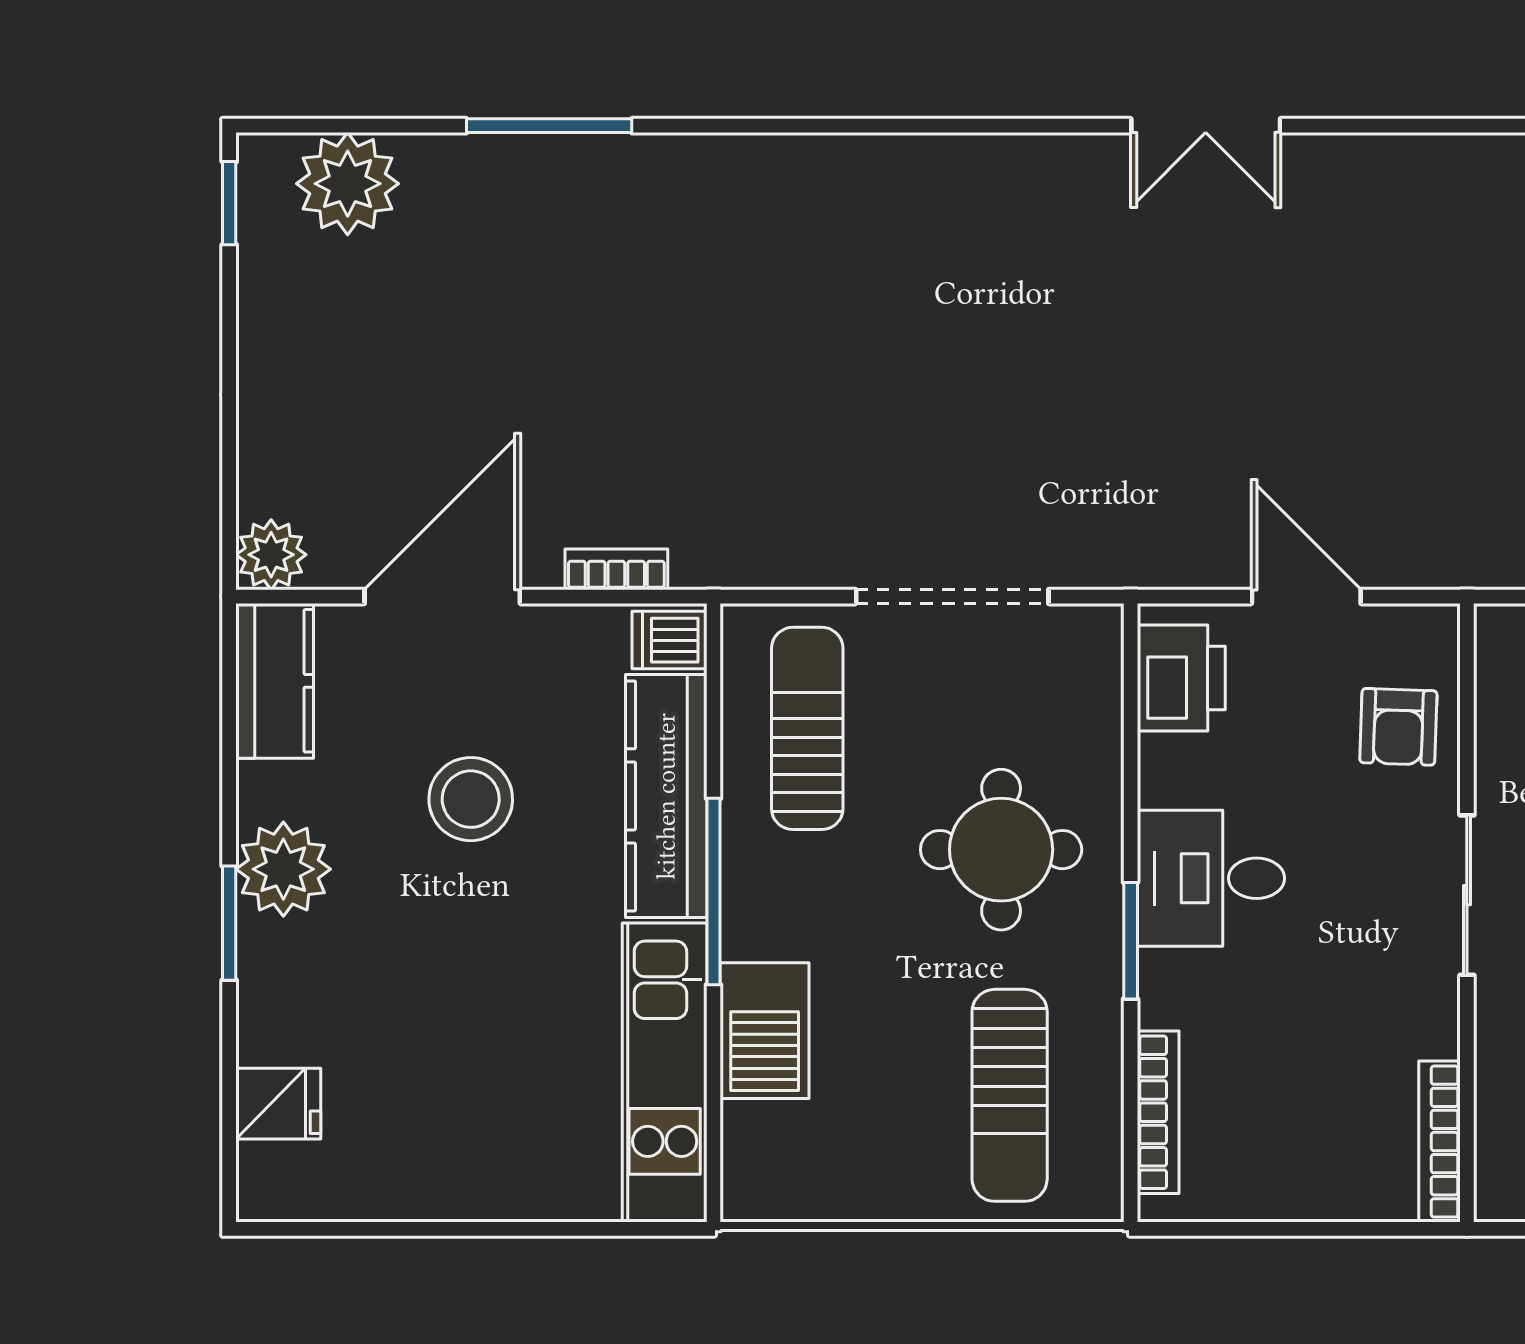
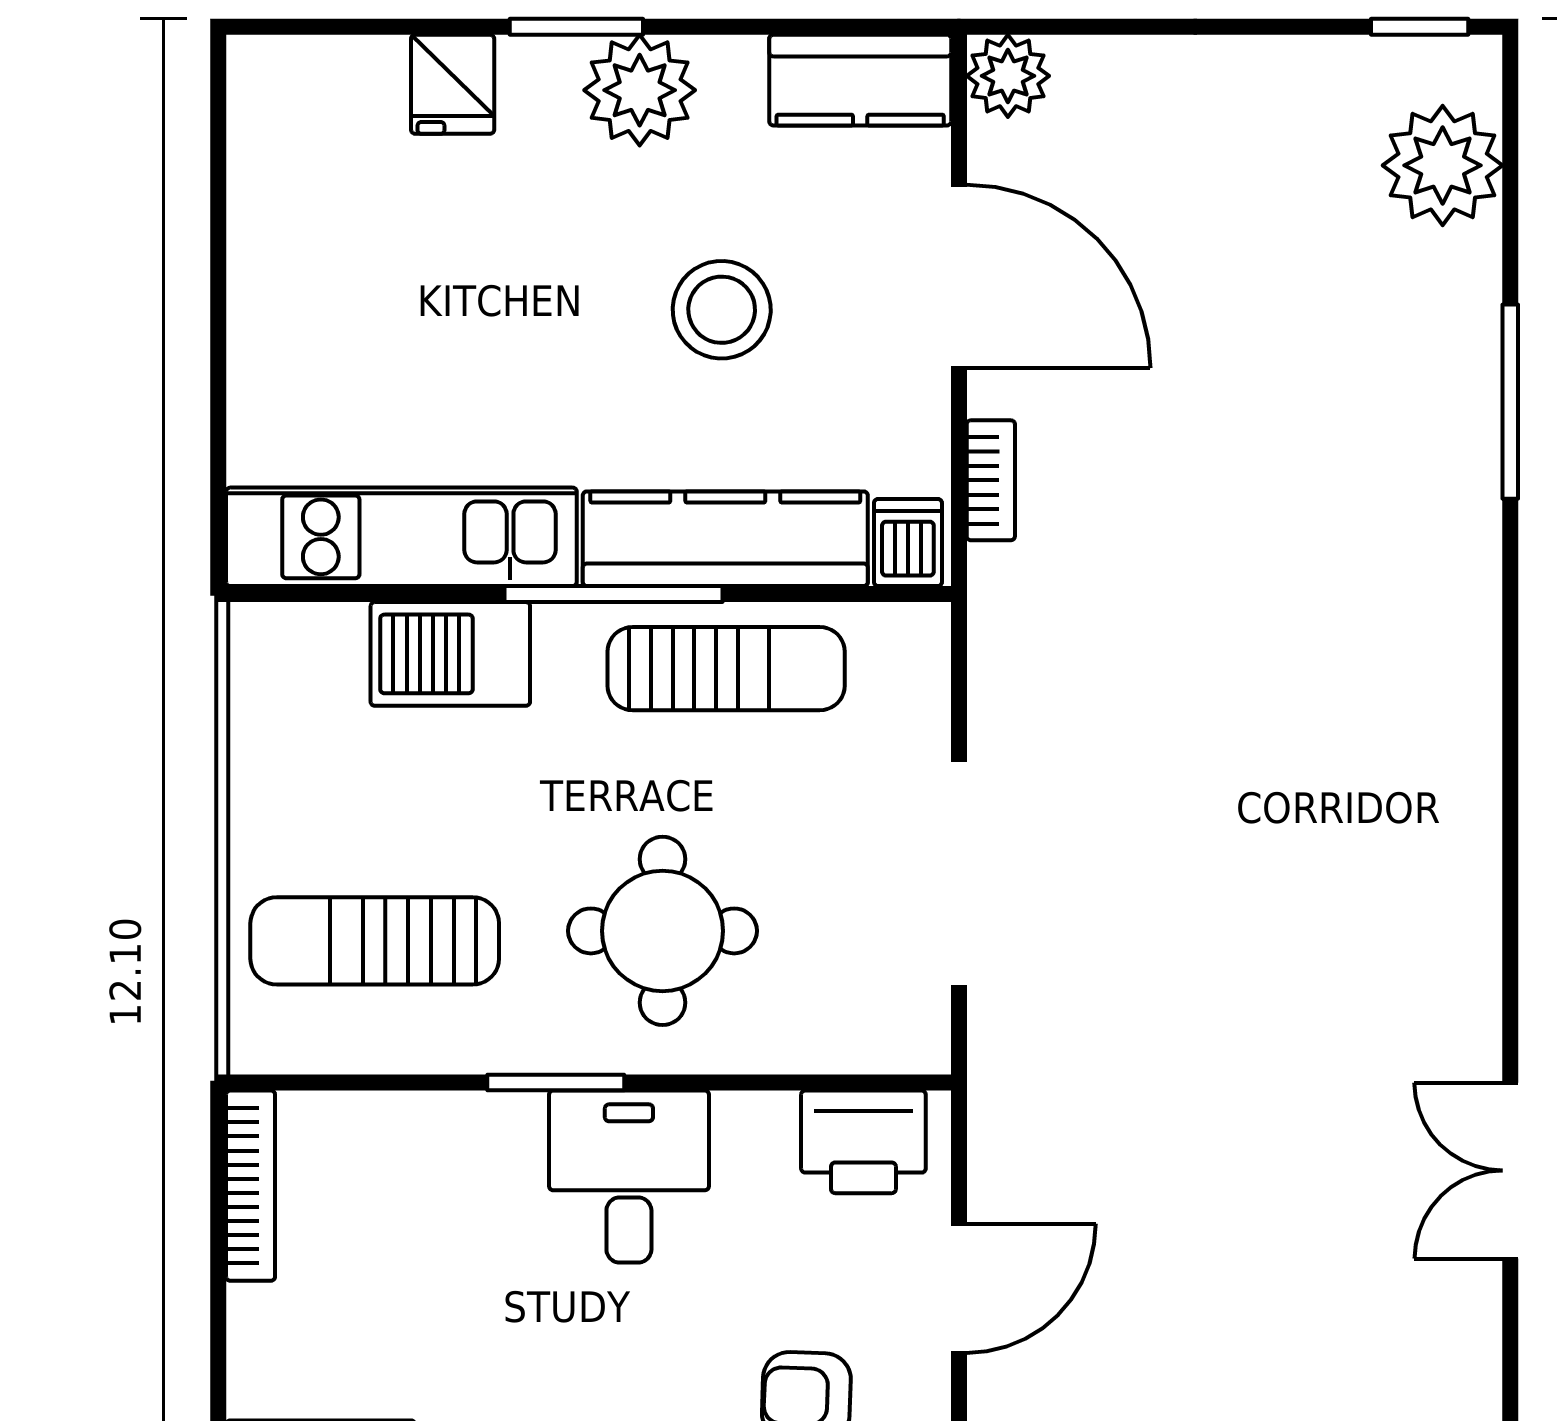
sun lounger: (807, 728) -> (726, 669), moved
fridge: (278, 1104) -> (453, 84), moved
bookcase: (1158, 1112) -> (251, 1186), moved, turned -90

